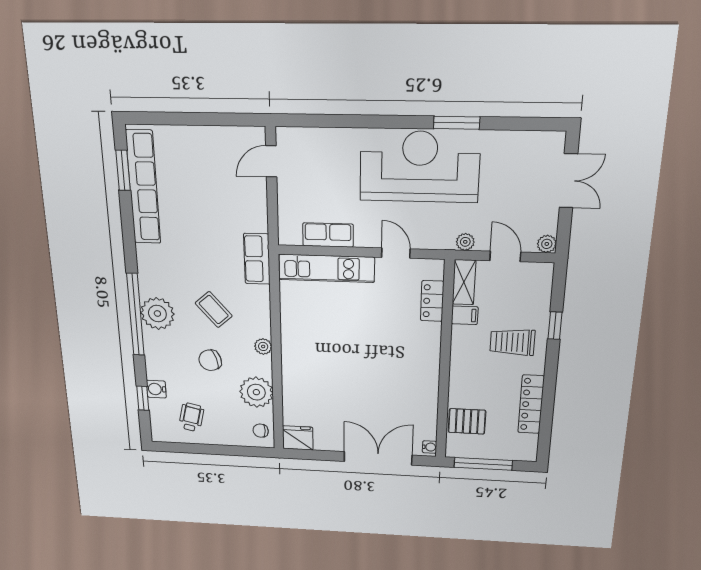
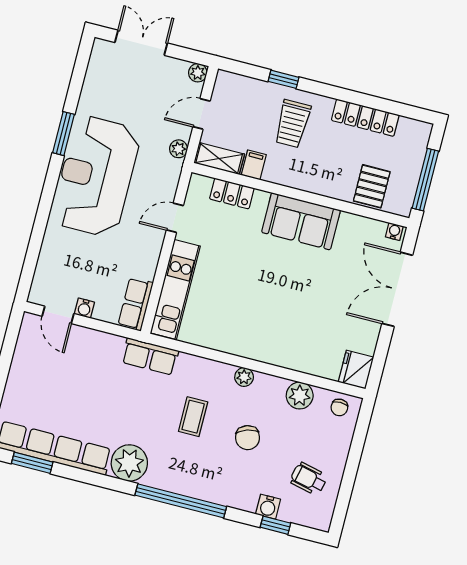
water cooler: (285, 186) -> (84, 308), added
row of seats: (328, 235) -> (135, 304), moved
coffee table: (214, 310) -> (193, 417), turned -49
plant: (157, 314) -> (129, 463), moved
sofa: (420, 367) -> (301, 221), added
plant: (256, 392) -> (300, 396), width x0.73, depth x0.73

